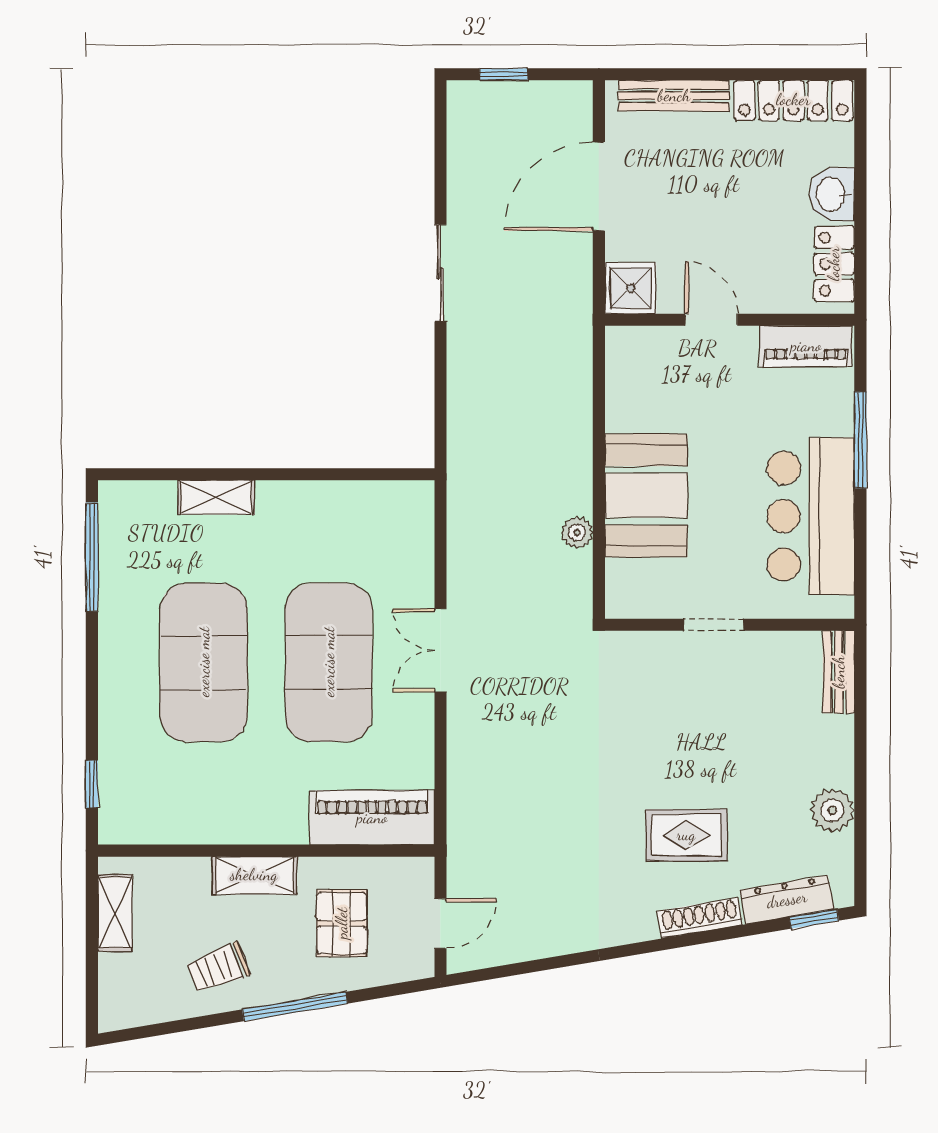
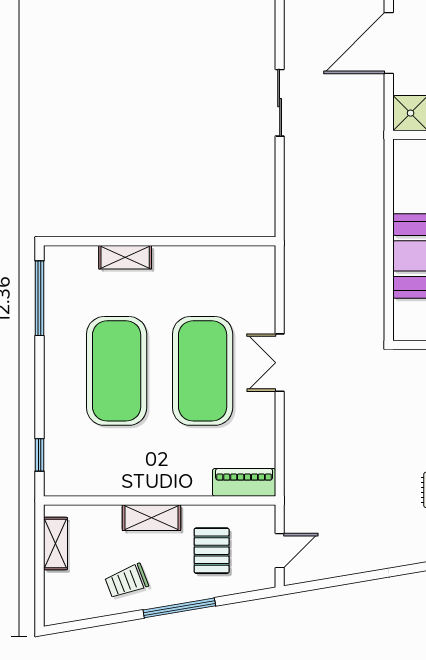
plant: (577, 533) -> (374, 281), removed
piano: (372, 818) -> (244, 482), width x0.73, depth x0.75

